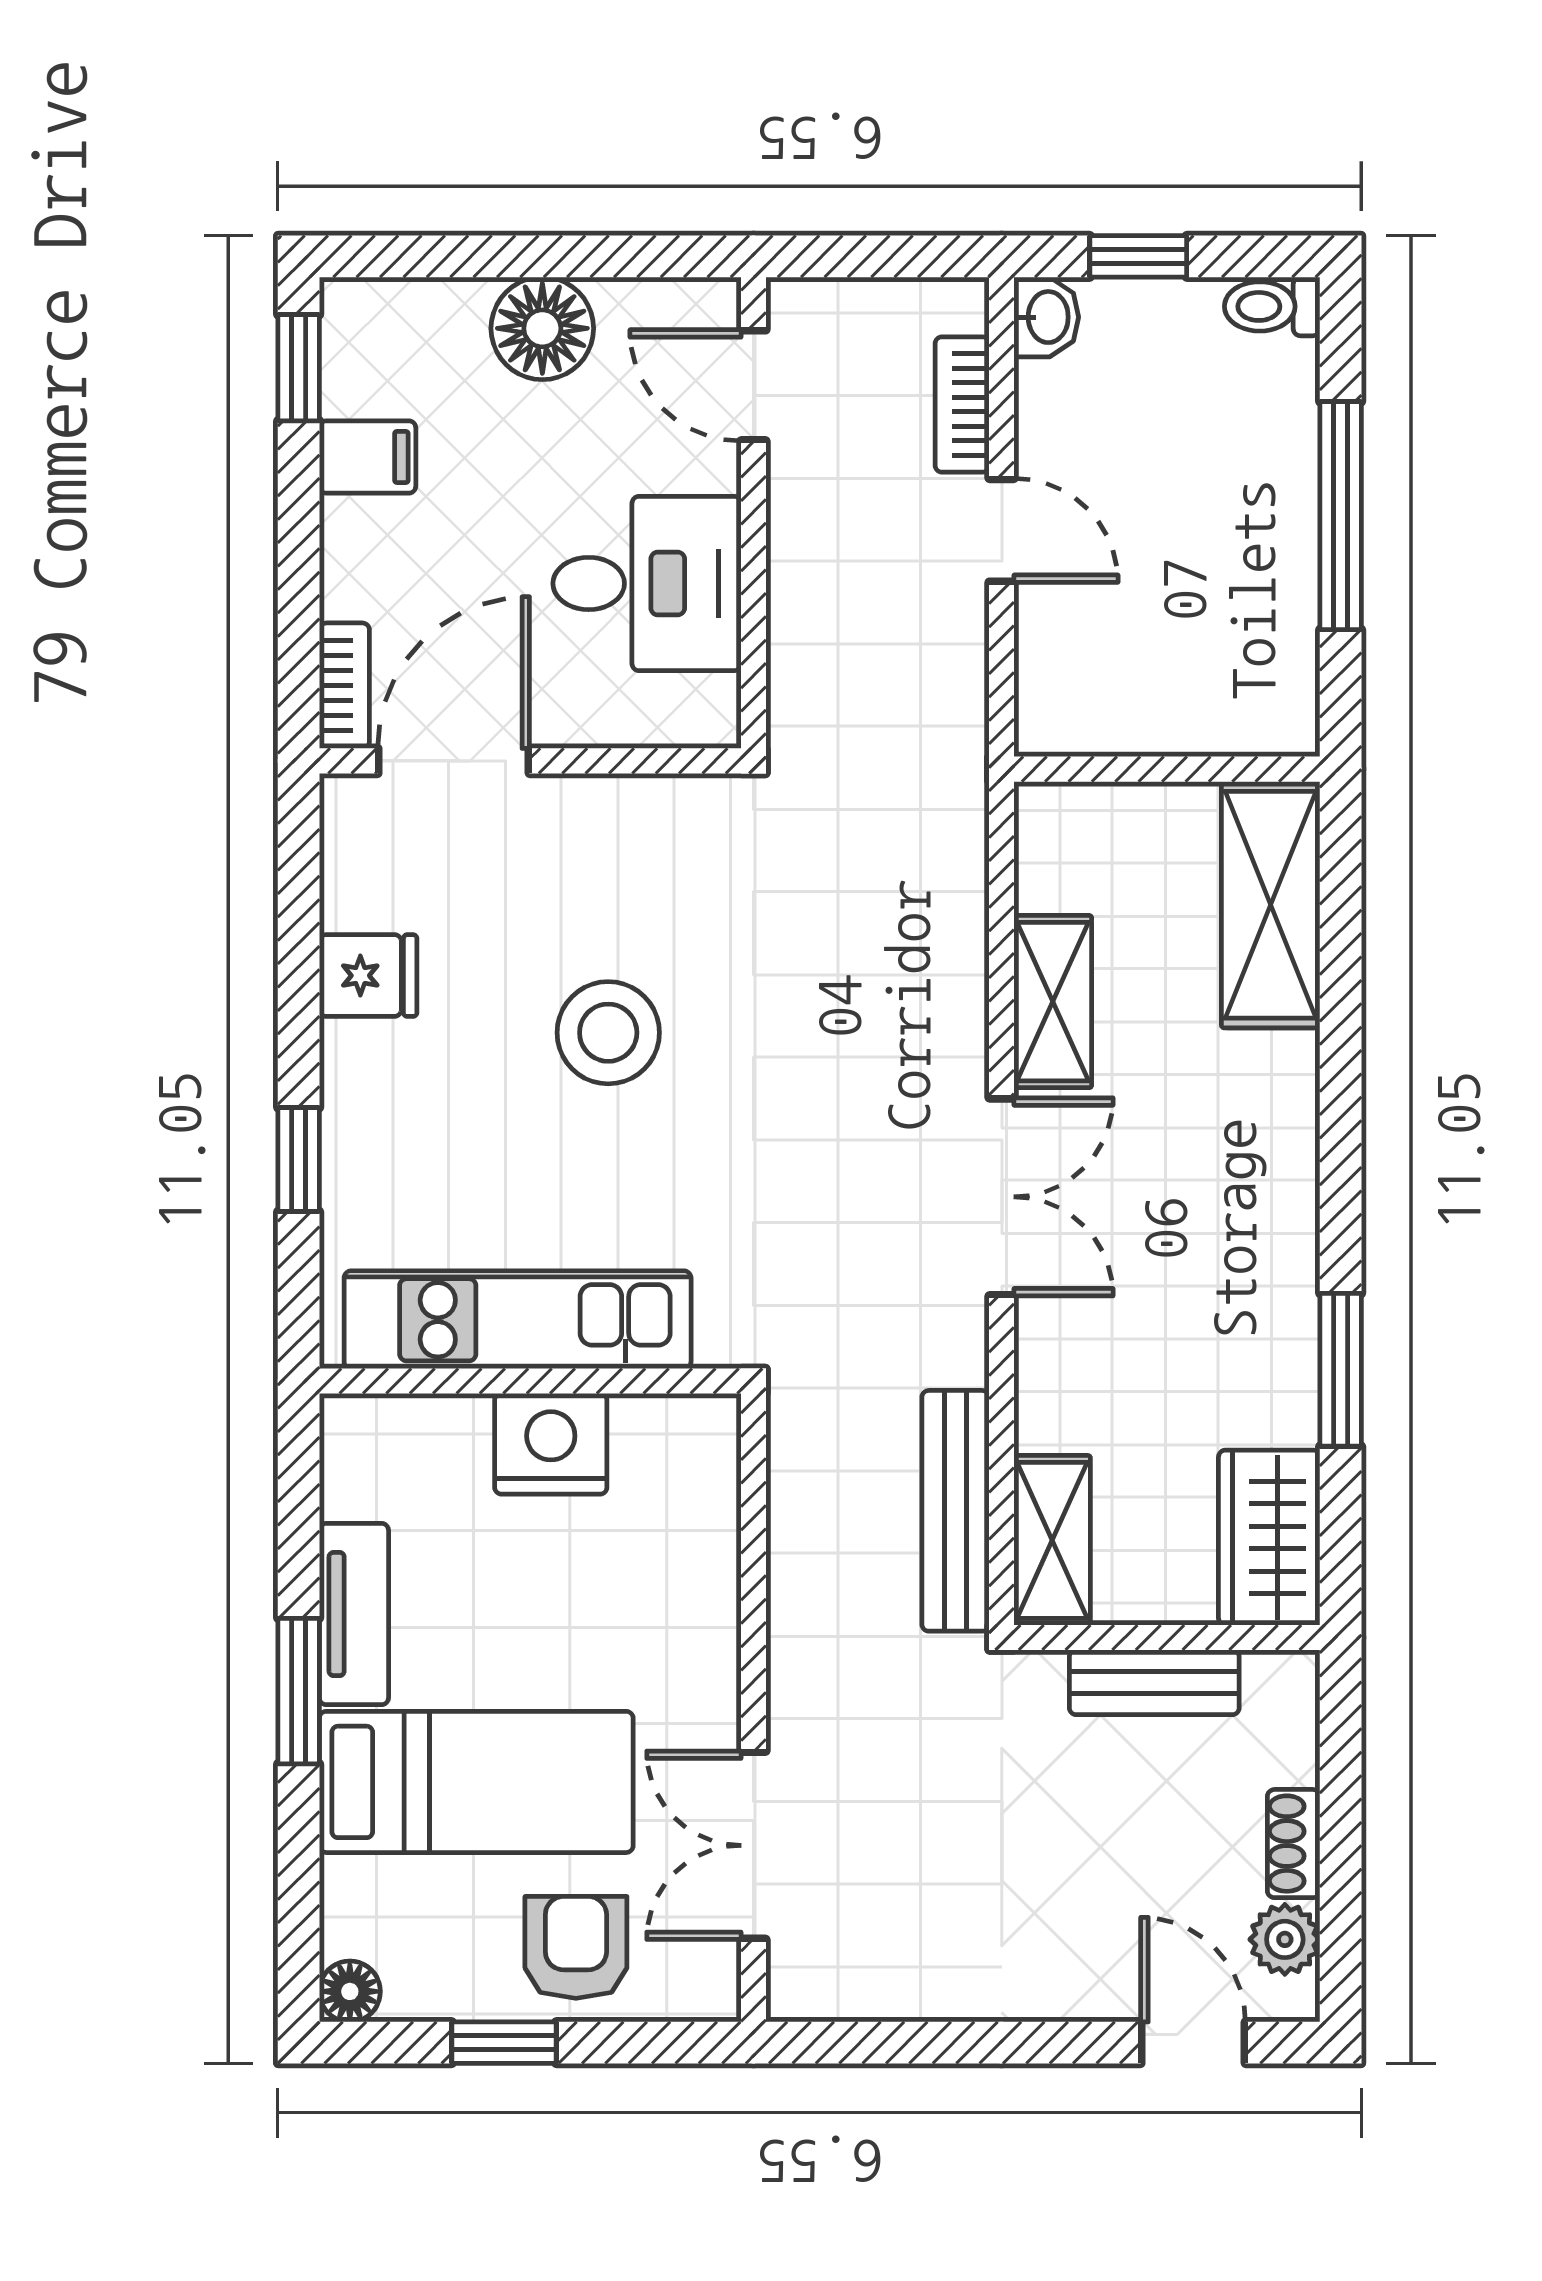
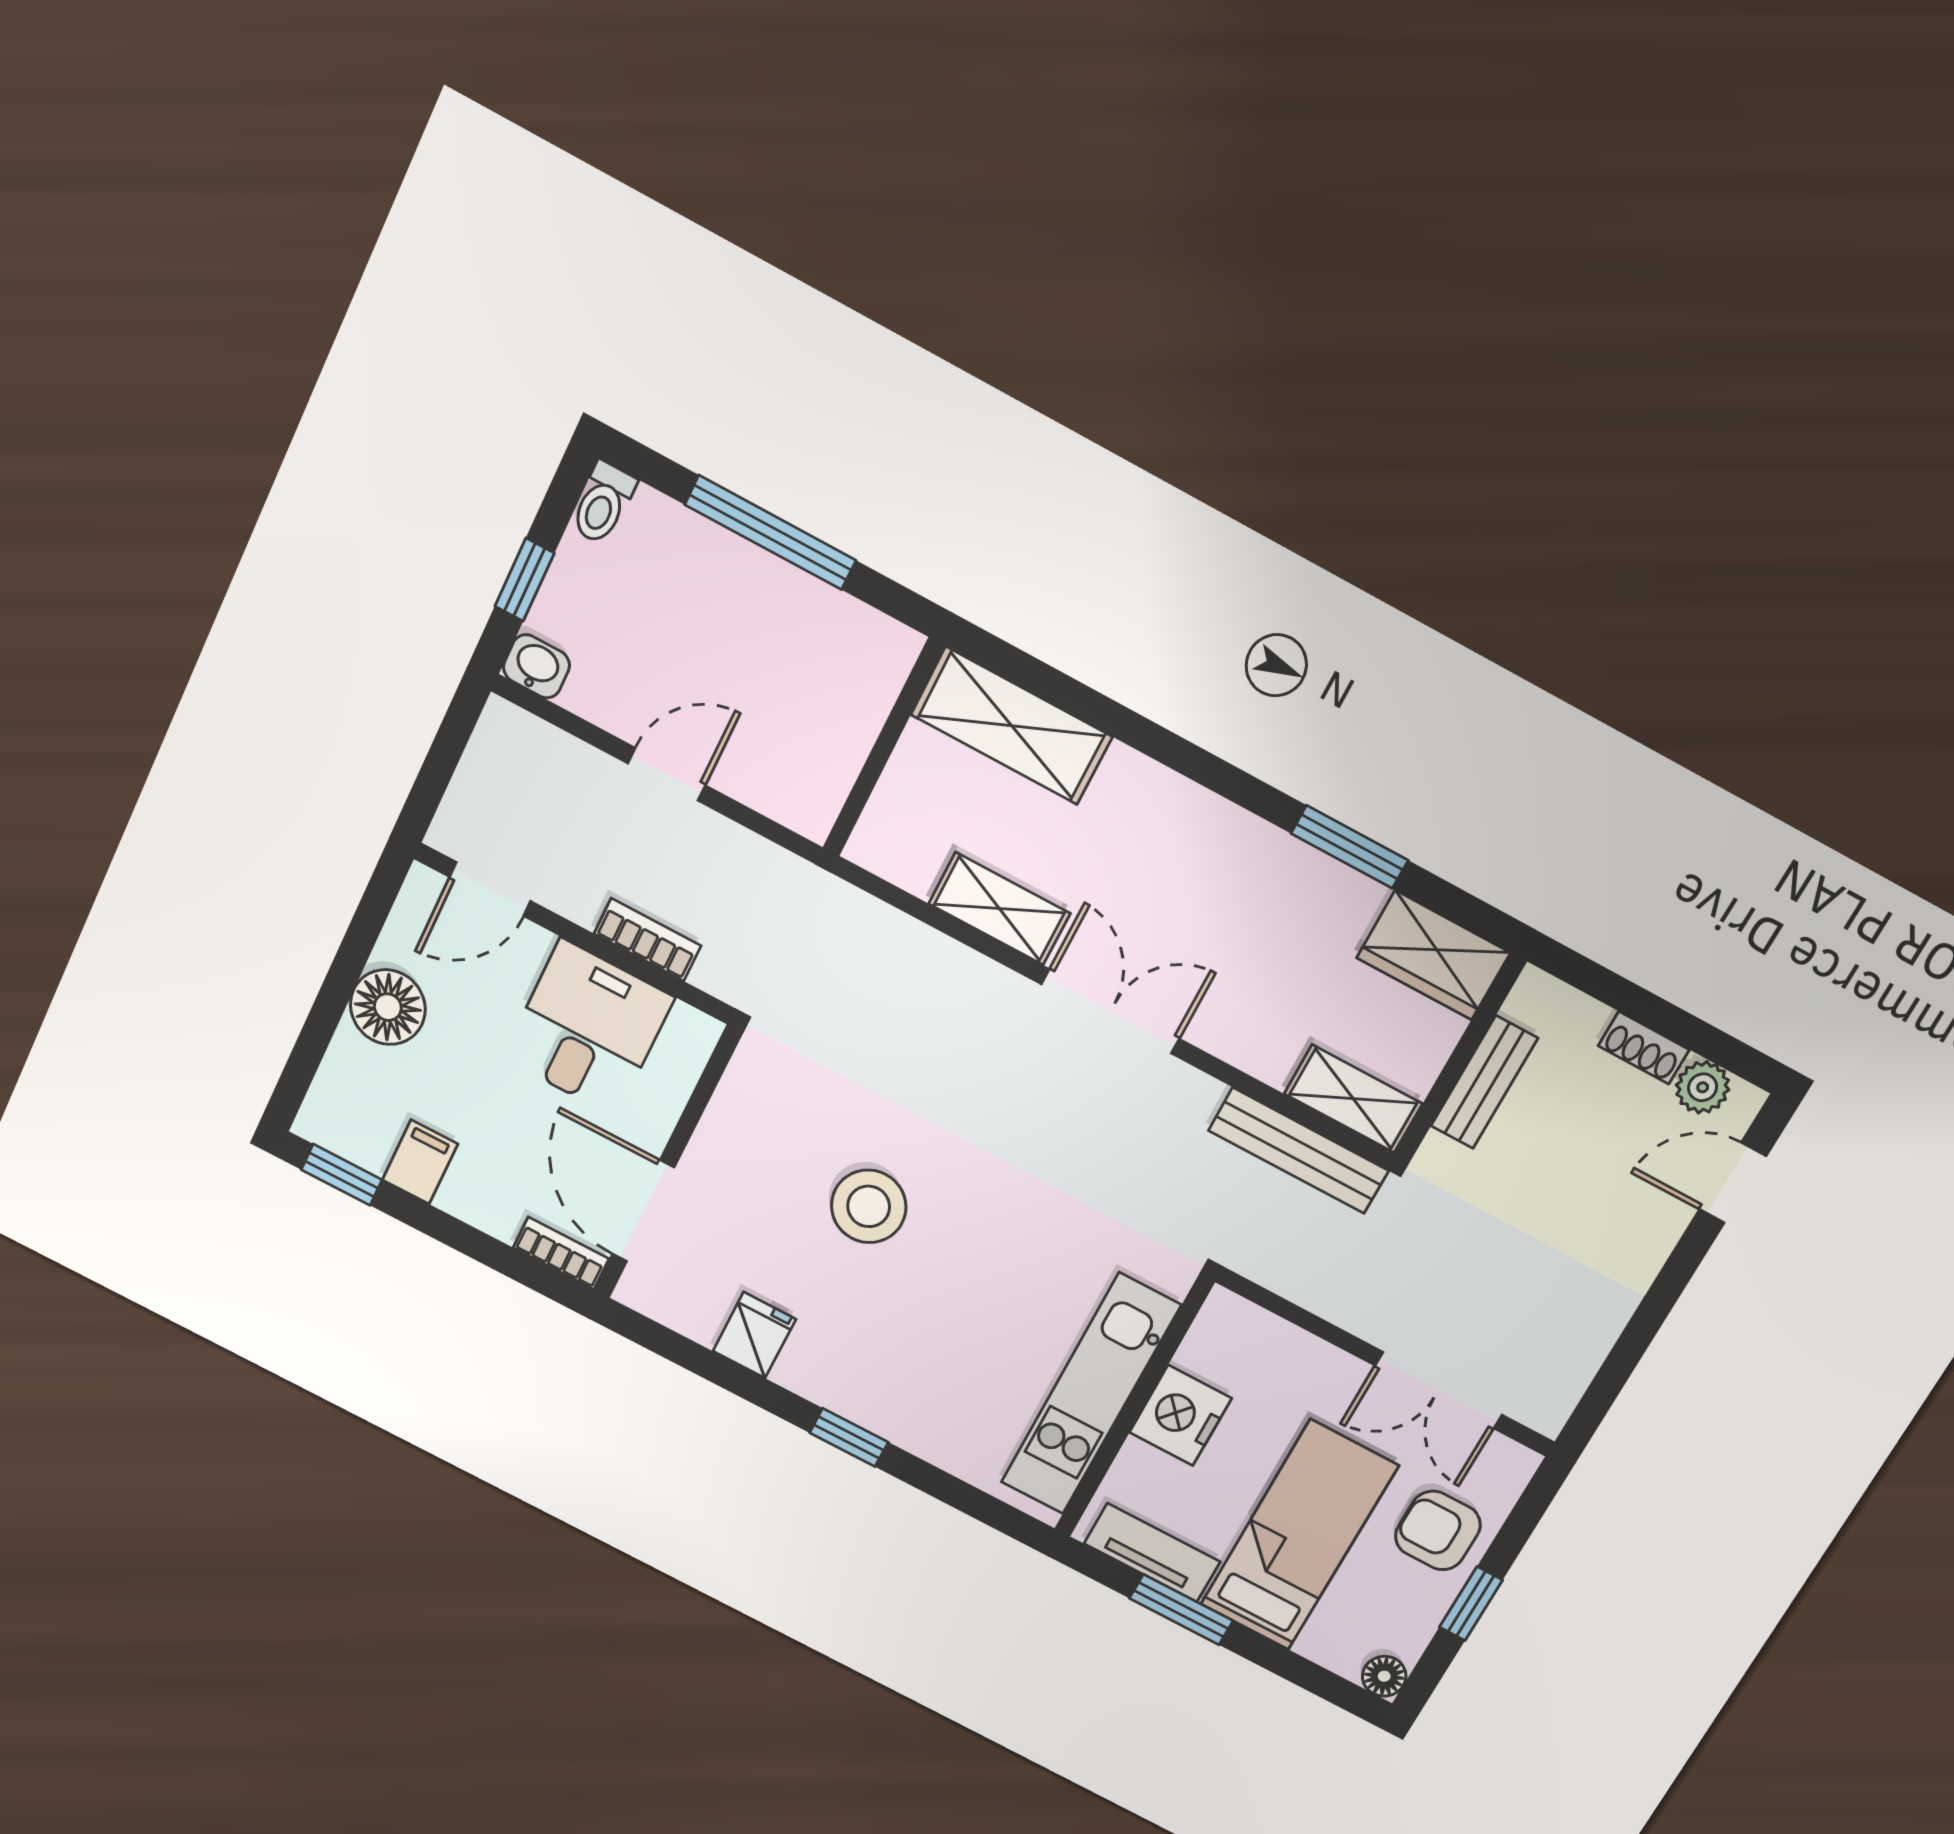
bookcase: (962, 404) -> (647, 940), moved, turned 180
kitchen unit: (518, 1320) -> (1091, 1394), moved
wall: (530, 1381) -> (1134, 1407), moved
nightstand: (551, 1444) -> (1180, 1415), moved

